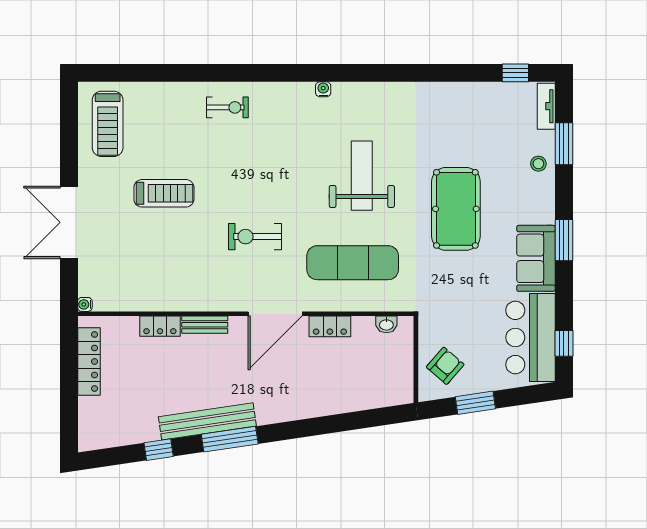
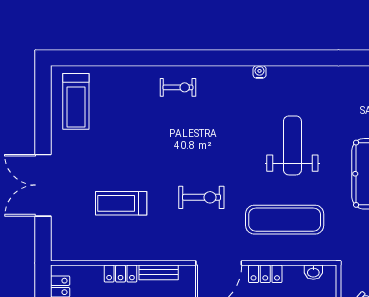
treadmill: (164, 193) -> (121, 203), moved, turned 180
exercise bike: (255, 237) -> (201, 197), turned 180
water cooler: (85, 304) -> (57, 255), removed

